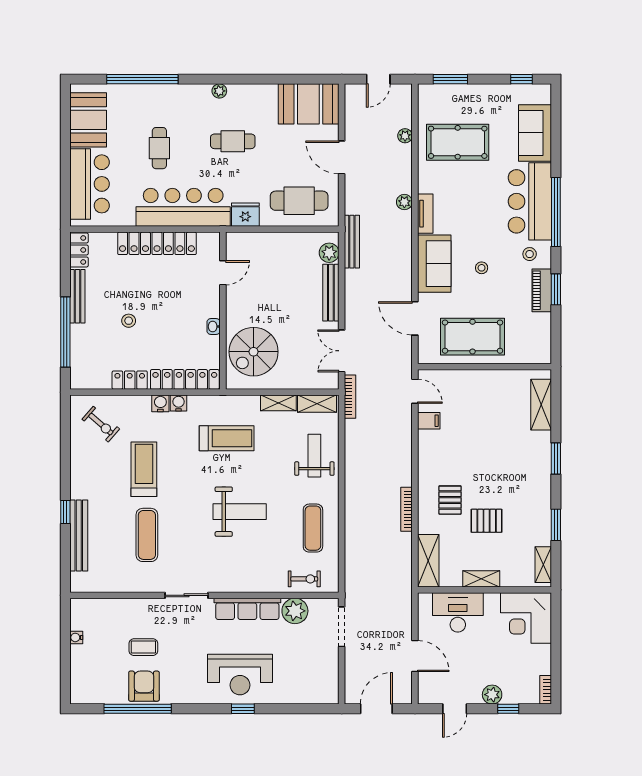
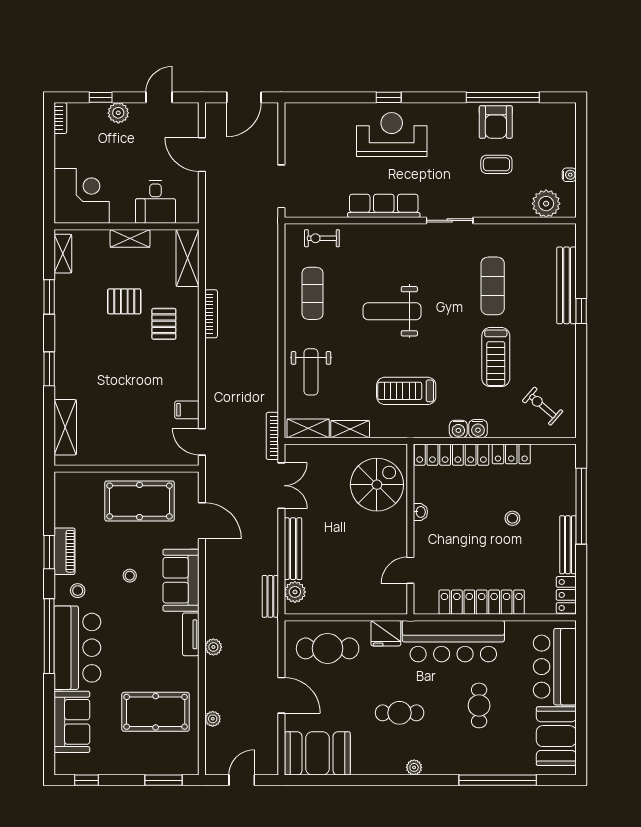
bench: (352, 242) -> (270, 596), width x0.73
plant: (295, 611) -> (546, 204), moved
desk: (458, 612) -> (155, 202), width x0.73

